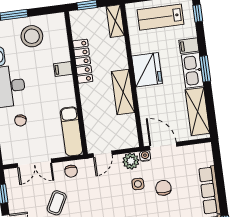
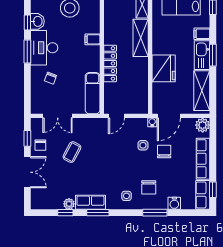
locker: (83, 61) -> (110, 63), moved
fridge: (147, 70) -> (164, 68), moved
shelving: (123, 92) -> (141, 38), moved
door: (163, 146) -> (169, 116), swing flipped
plant: (131, 161) -> (203, 125), moved
chair: (71, 171) -> (40, 145), moved

